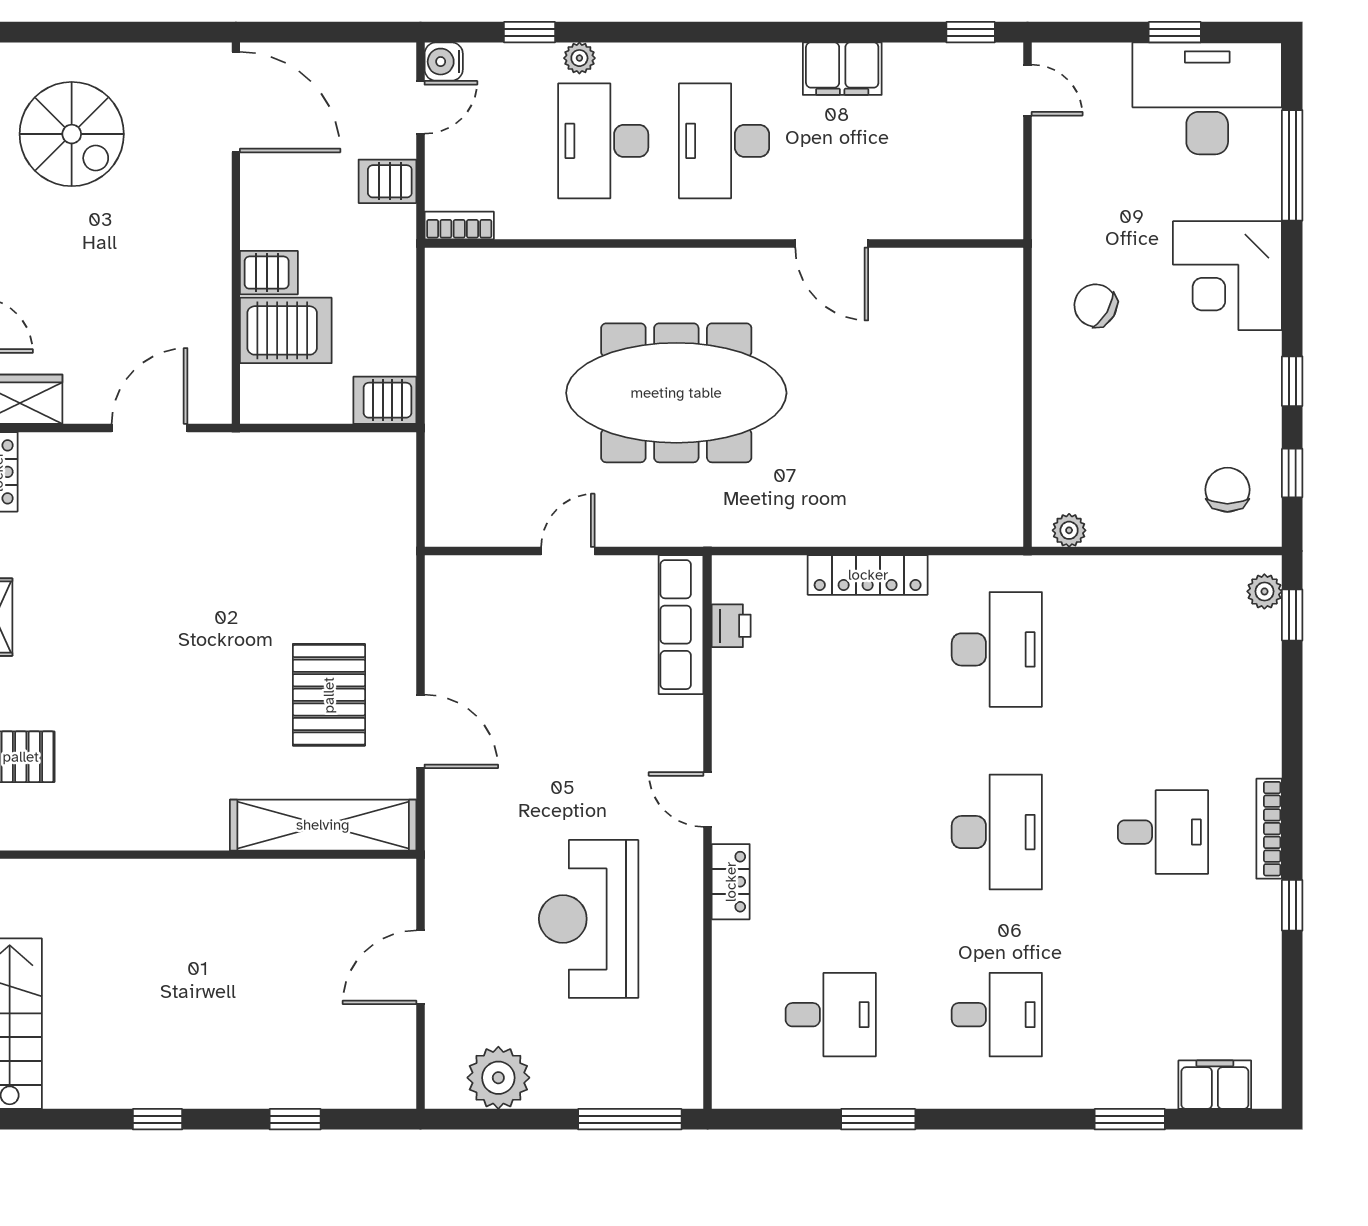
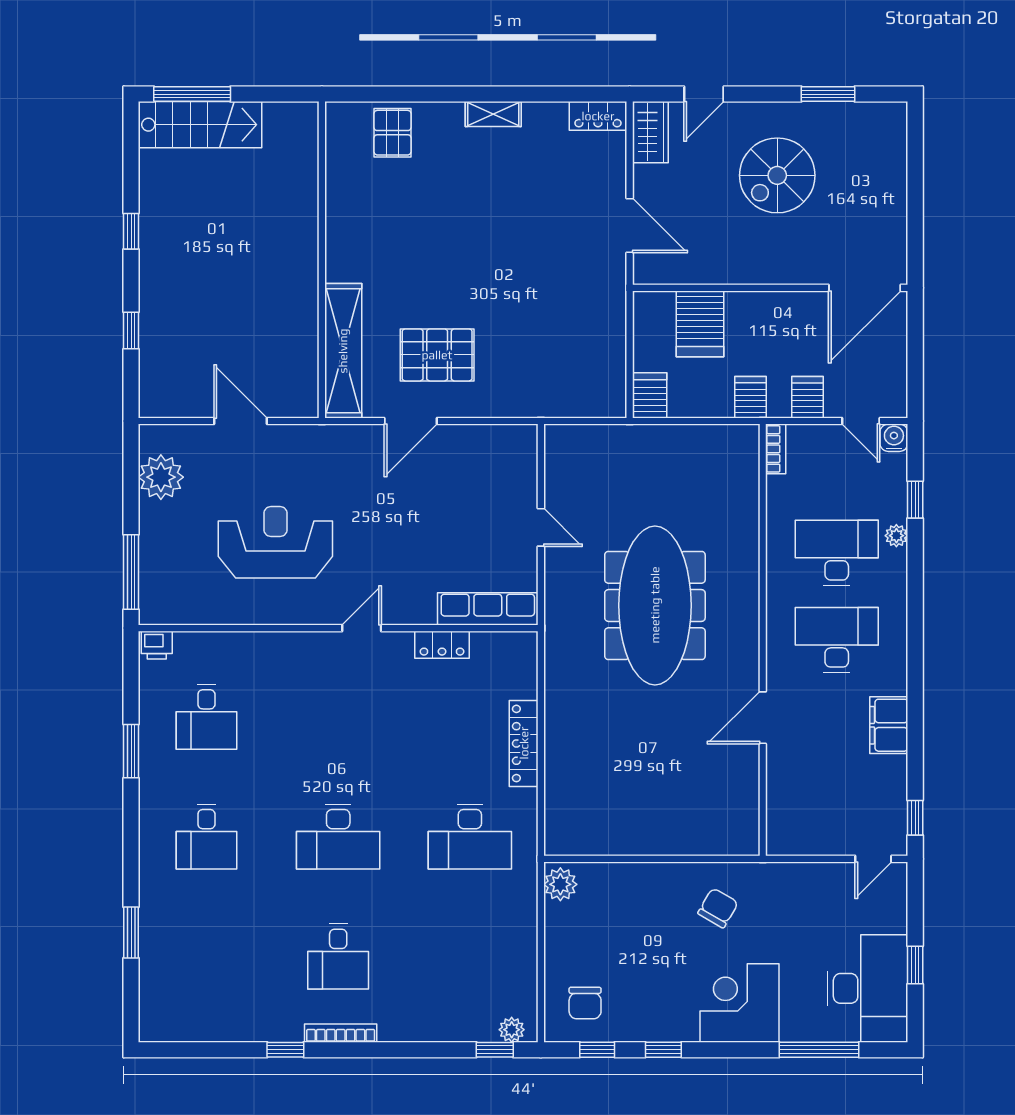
spiral stairs: (72, 134) -> (777, 175), moved
server rack: (269, 273) -> (750, 397), moved, turned 180
chair: (1227, 490) -> (585, 1003), turned 90
plant: (1069, 530) -> (560, 884), width x1.38, depth x1.38
printer: (731, 626) -> (157, 645), moved
locker: (731, 882) -> (442, 645), moved
filing cabinet: (1215, 1085) -> (156, 994), removed

